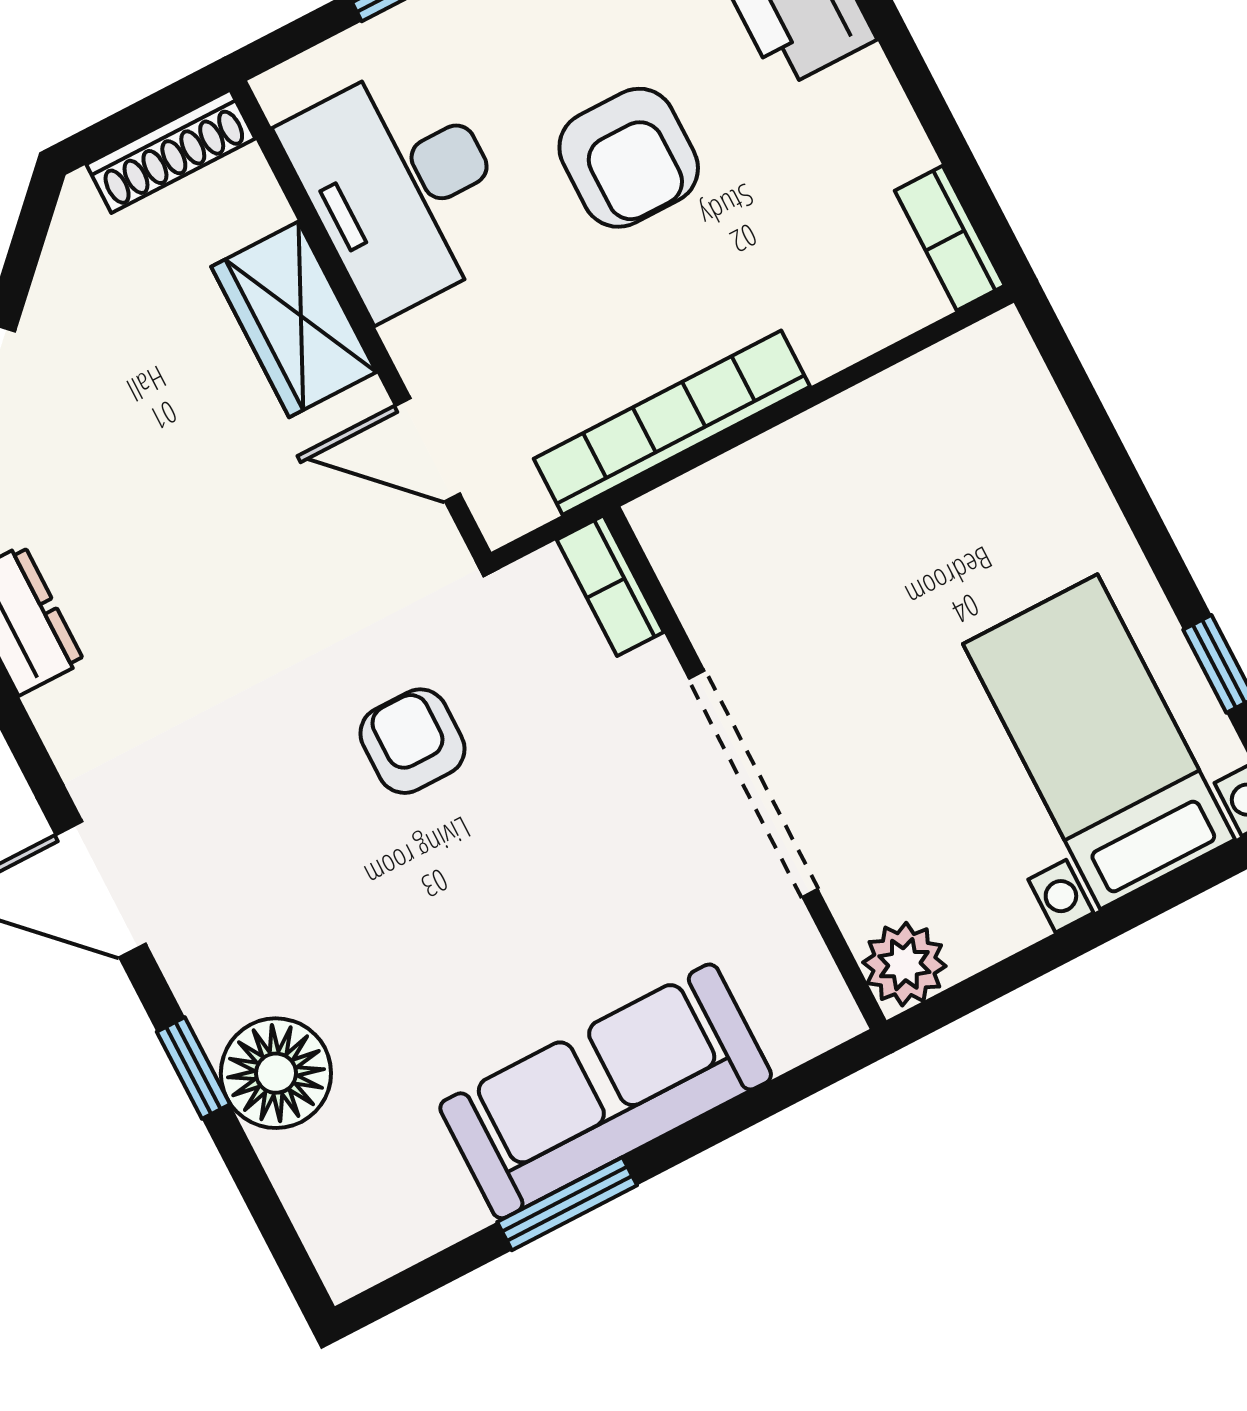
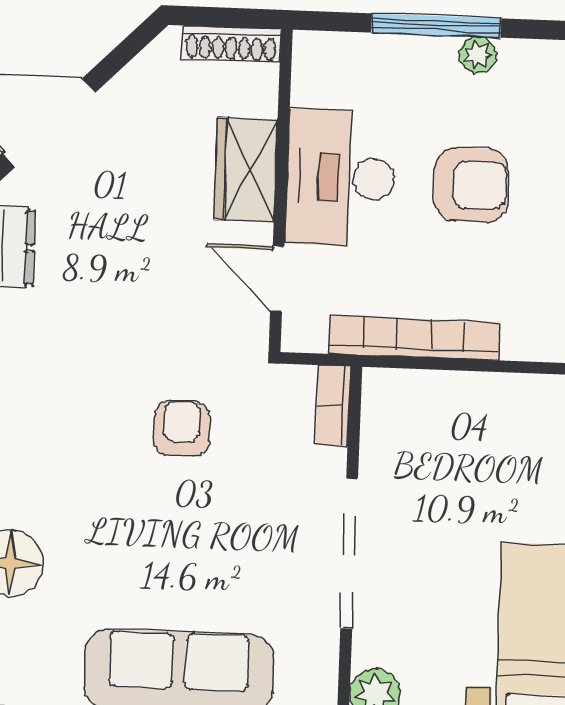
armchair: (629, 158) -> (471, 185), turned -90
desk: (401, 187) -> (340, 178), moved

